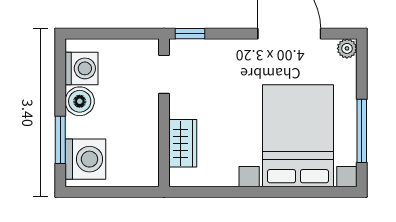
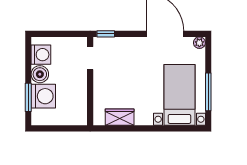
bed with nightstands: (298, 136) -> (179, 95), width x0.73
wardrobe: (183, 143) -> (120, 117), moved, turned -90
washing machine: (85, 159) -> (43, 96), moved

